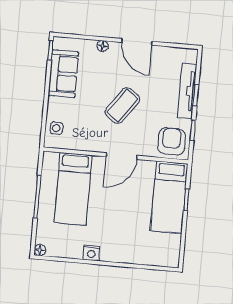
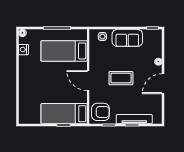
sofa: (63, 74) -> (127, 38), moved
coffee table: (122, 106) -> (121, 78), turned -36
nightstand: (91, 253) -> (24, 50), moved

